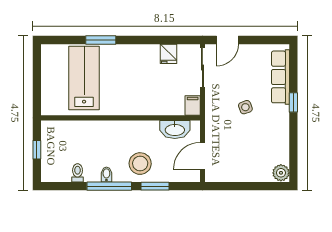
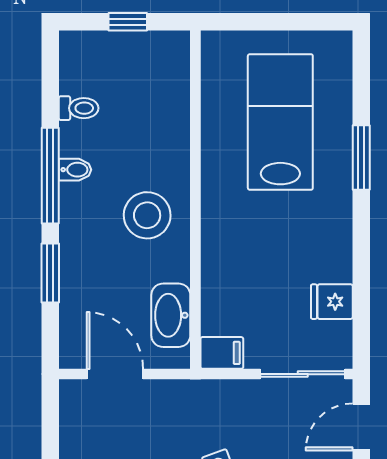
door: (227, 40) -> (361, 427), hinge flipped
lab bench: (84, 78) -> (280, 122), turned -90
stool: (140, 164) -> (147, 215), moved

